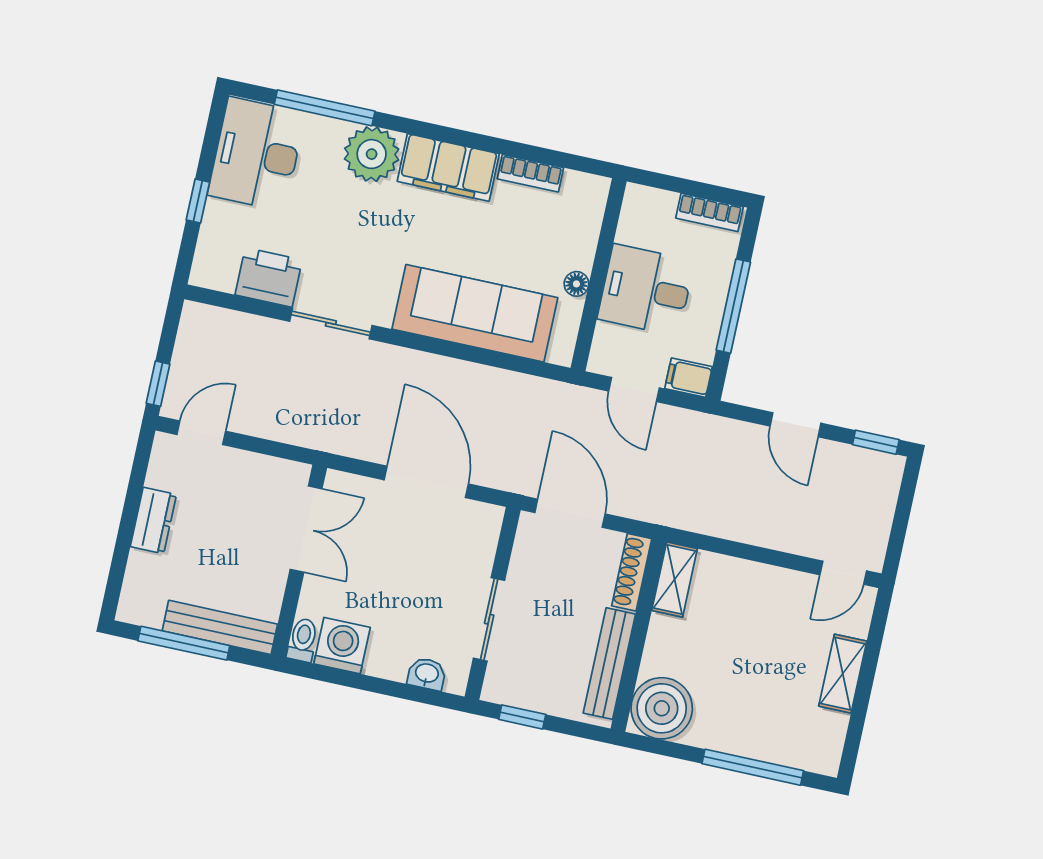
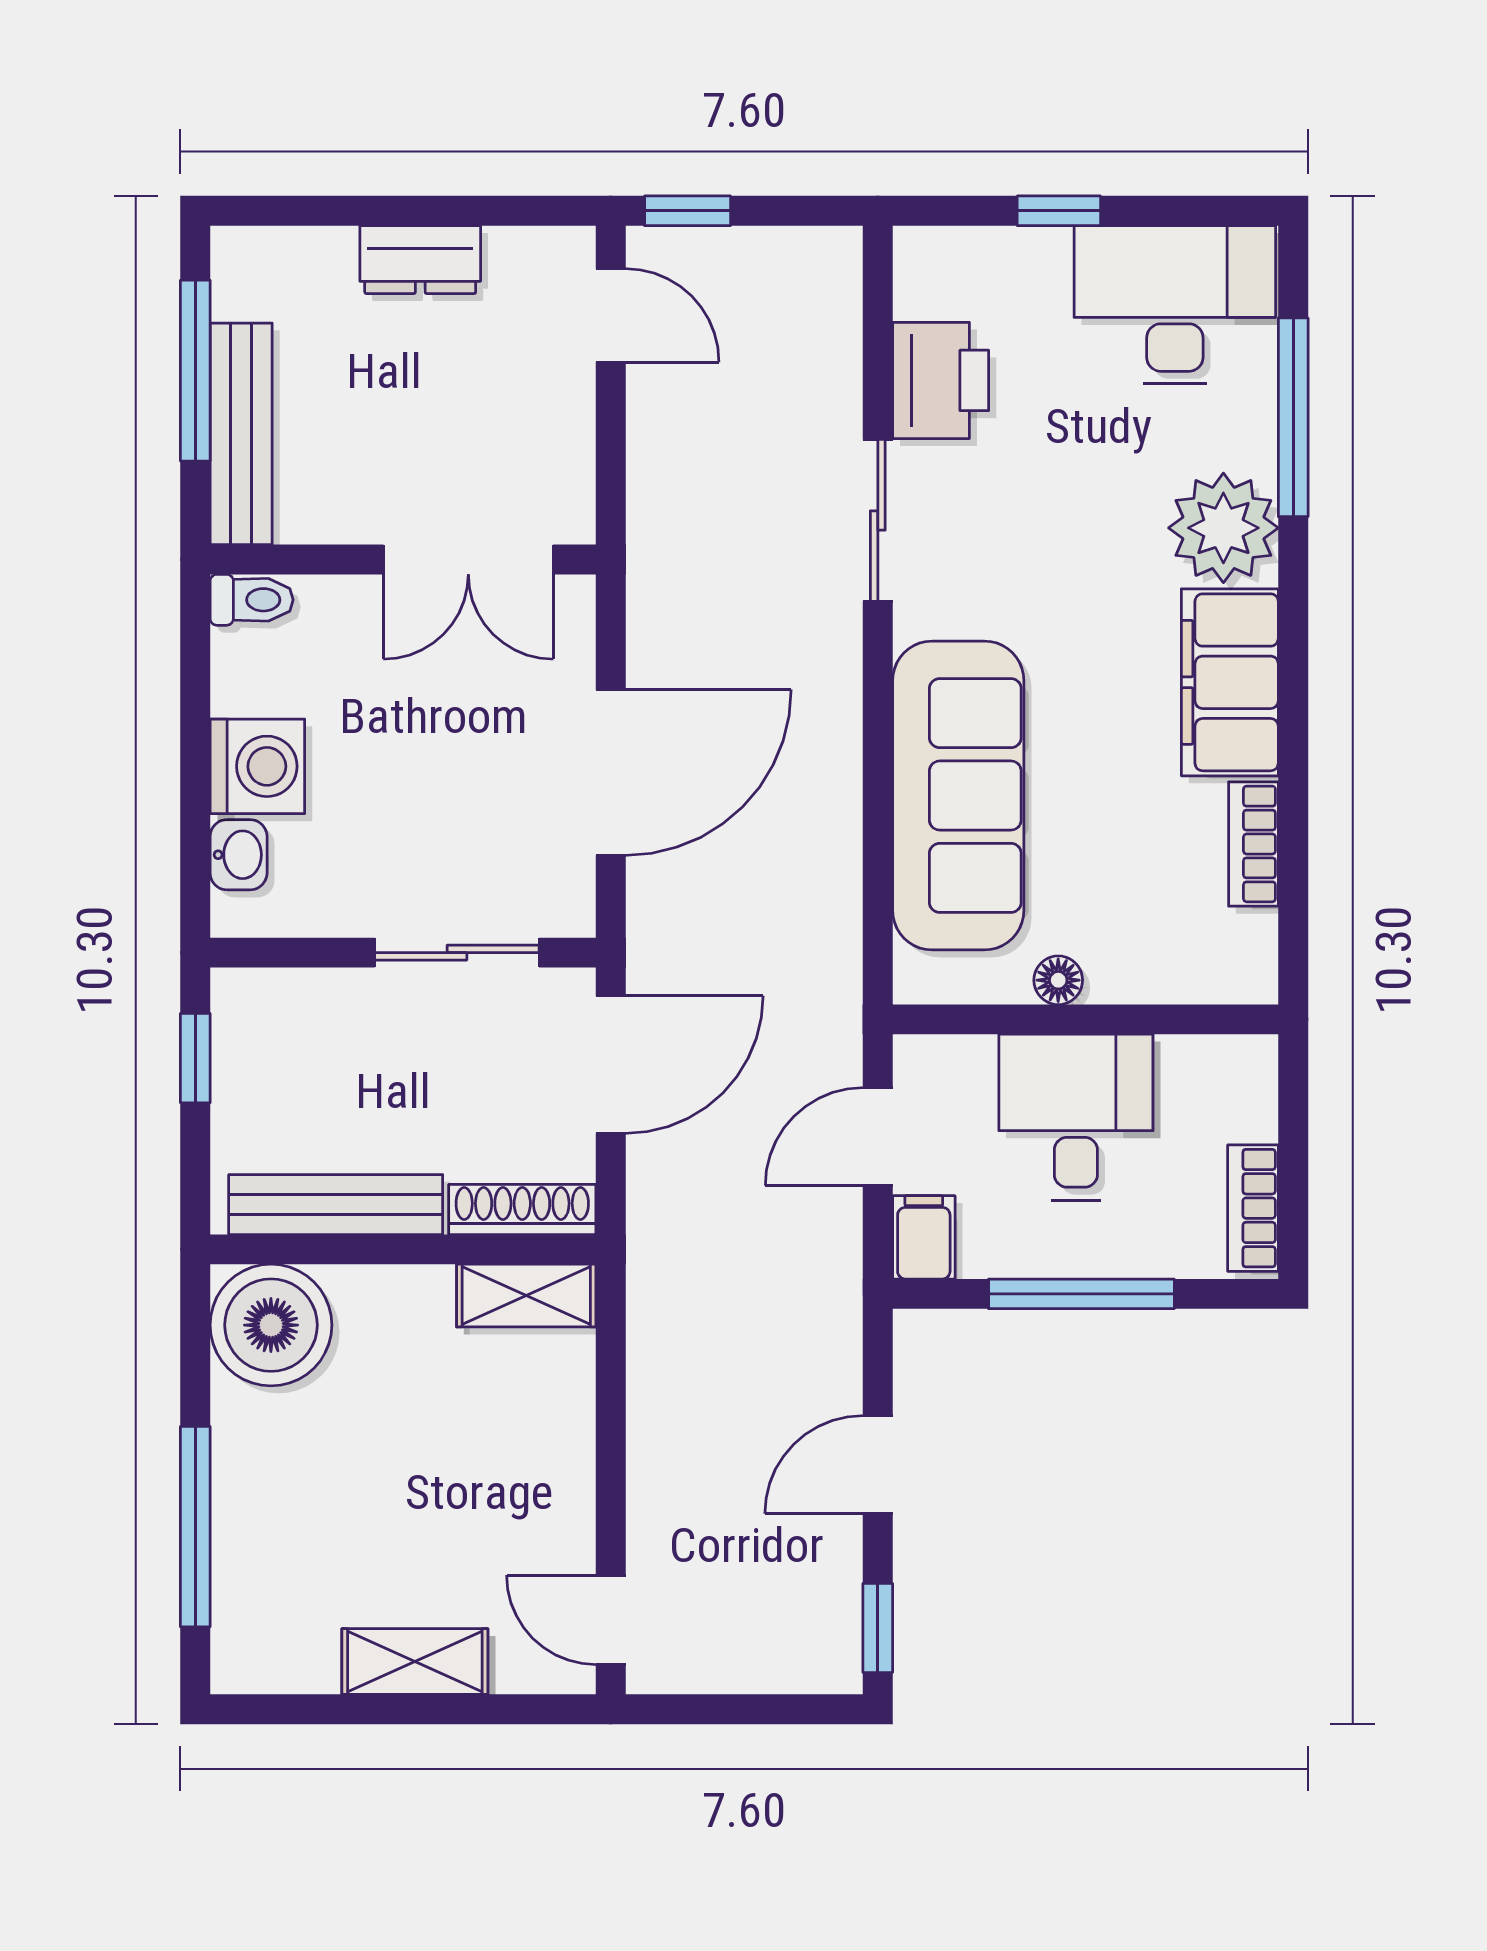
sliding door: (489, 619) -> (457, 953), moved
washing machine: (342, 646) -> (257, 766), moved

